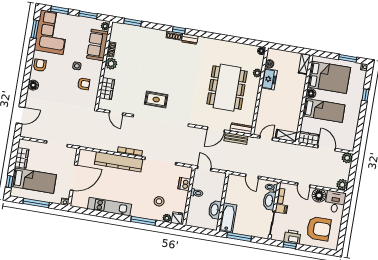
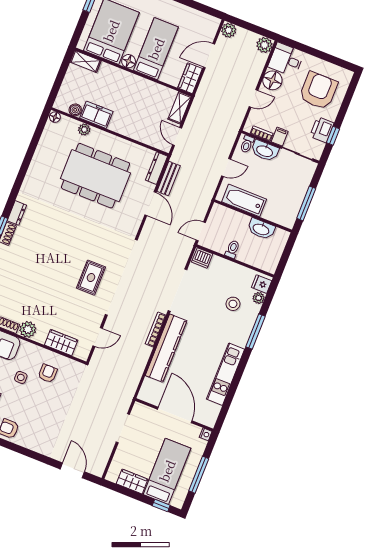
floor lamp: (33, 85) -> (34, 444), removed
dishwasher: (184, 184) -> (202, 258), moved
bathtub: (228, 218) -> (244, 200), moved

